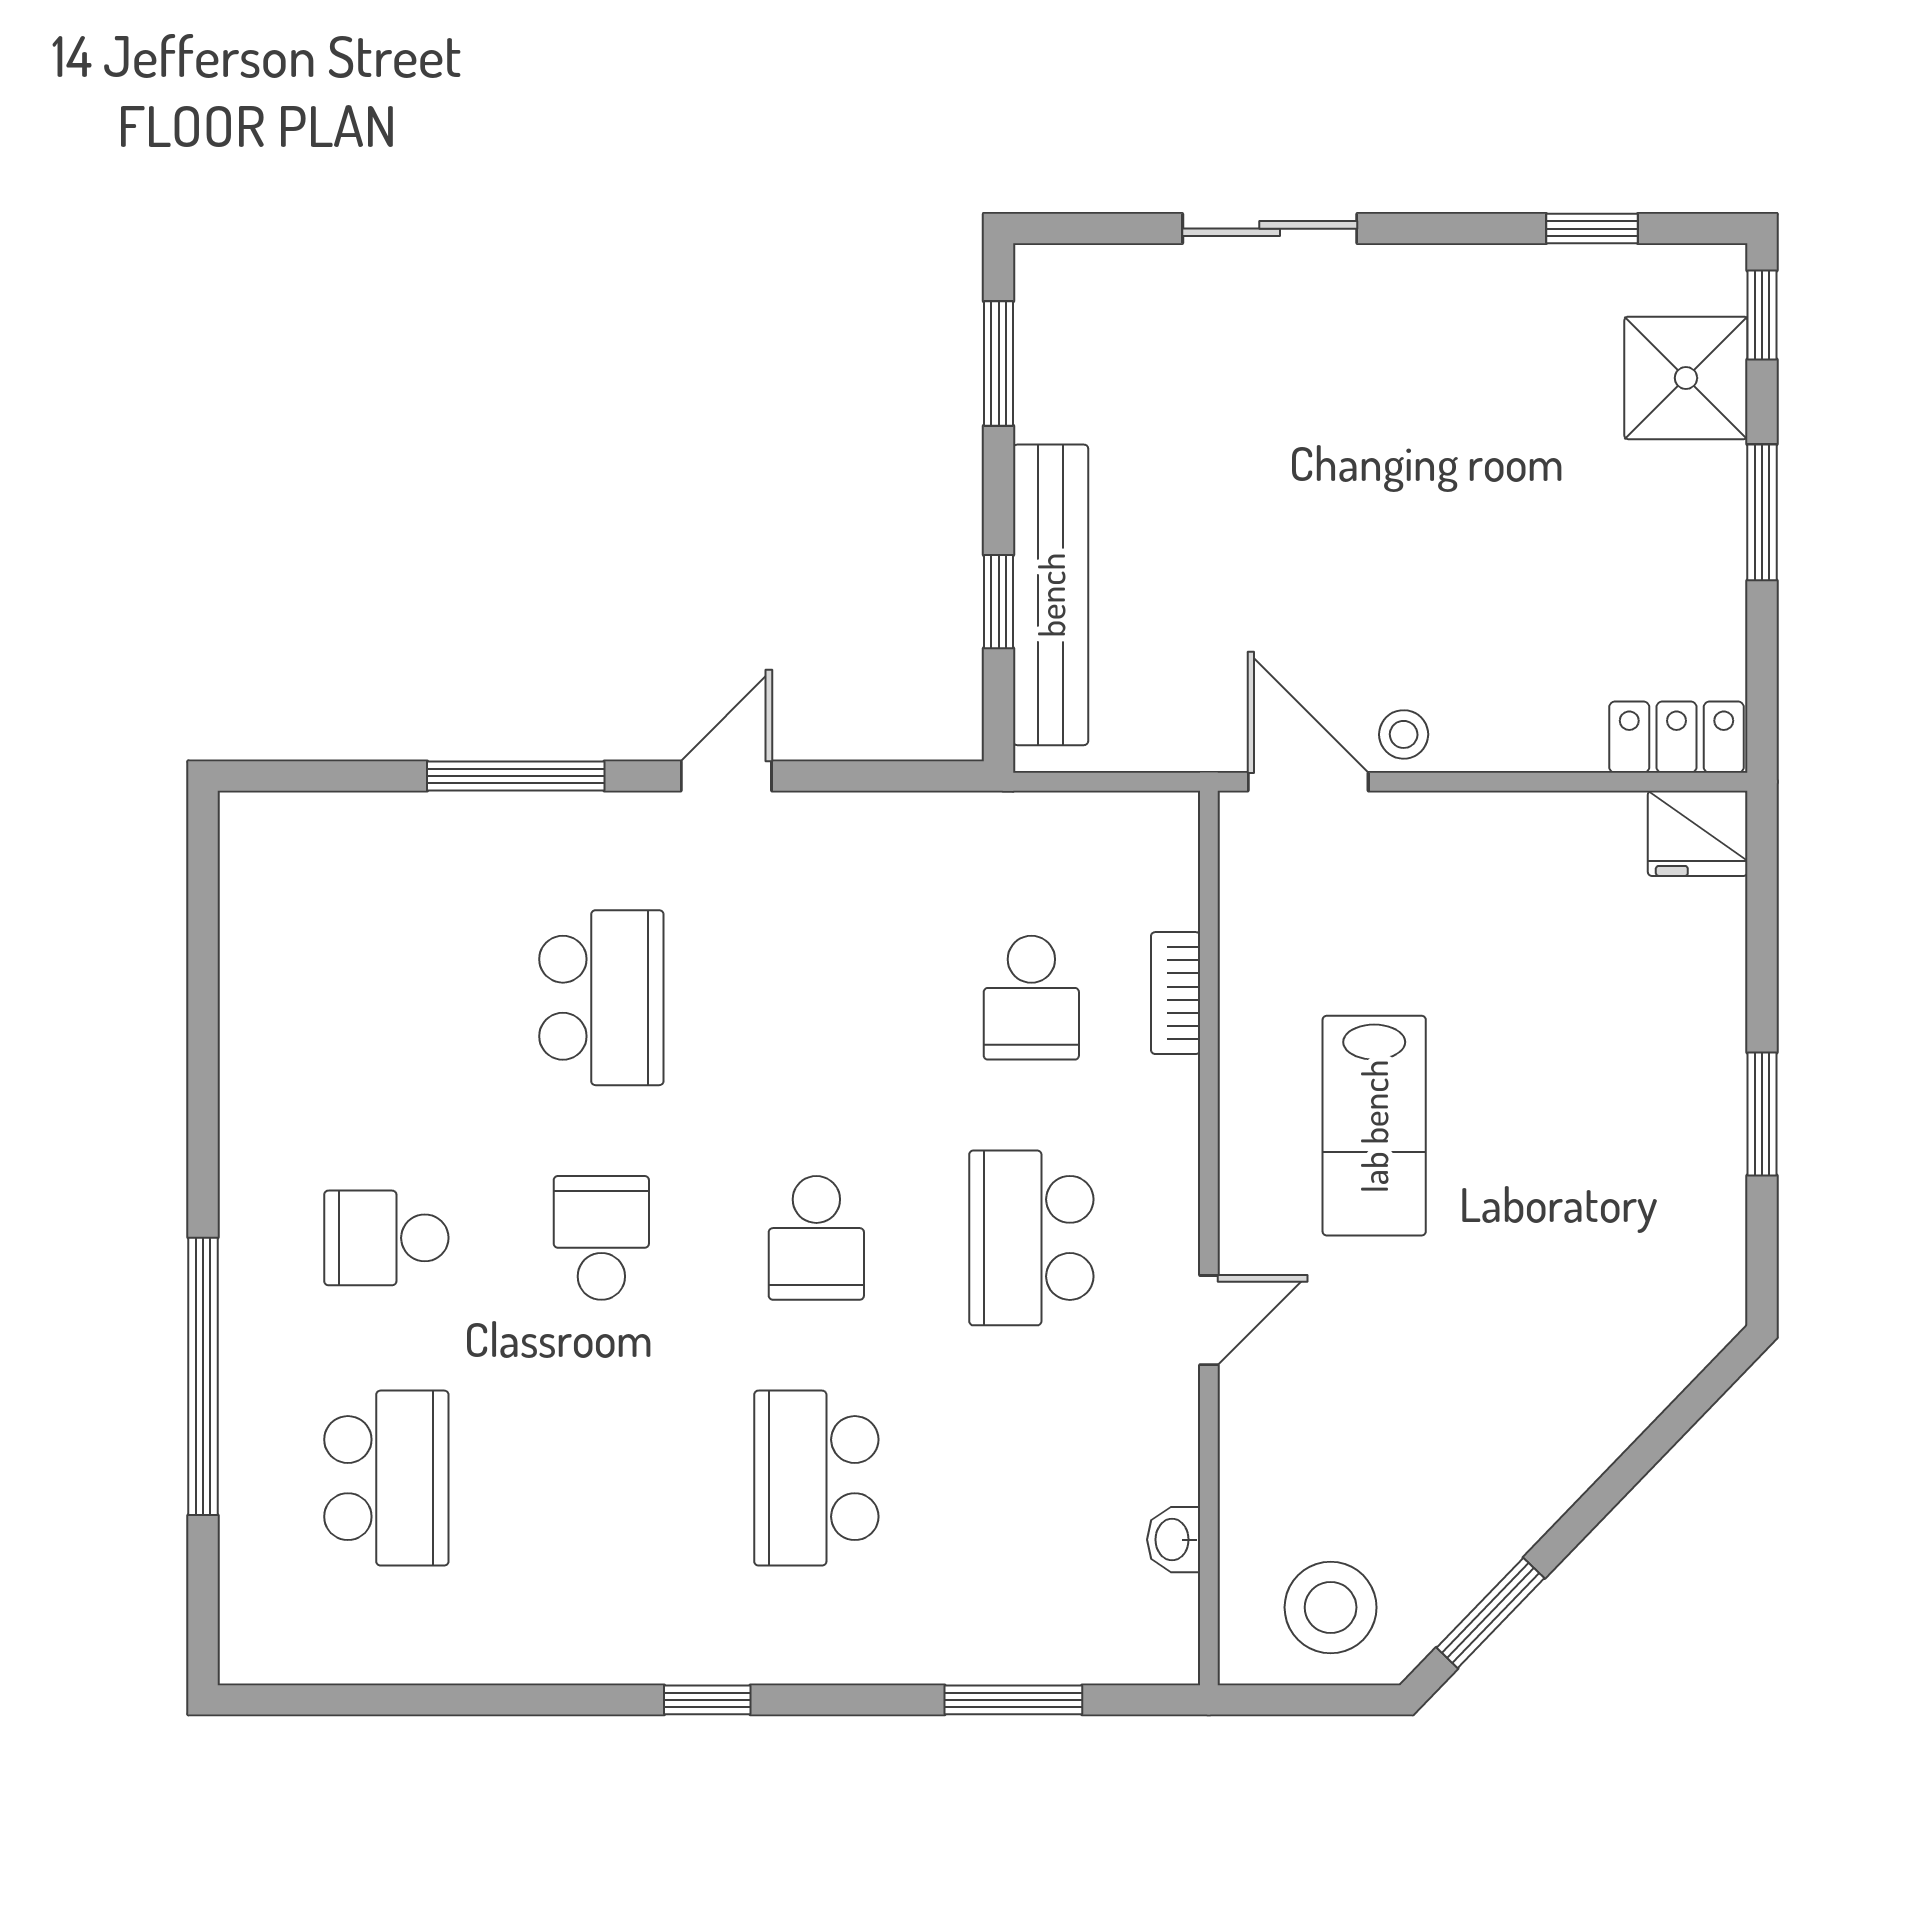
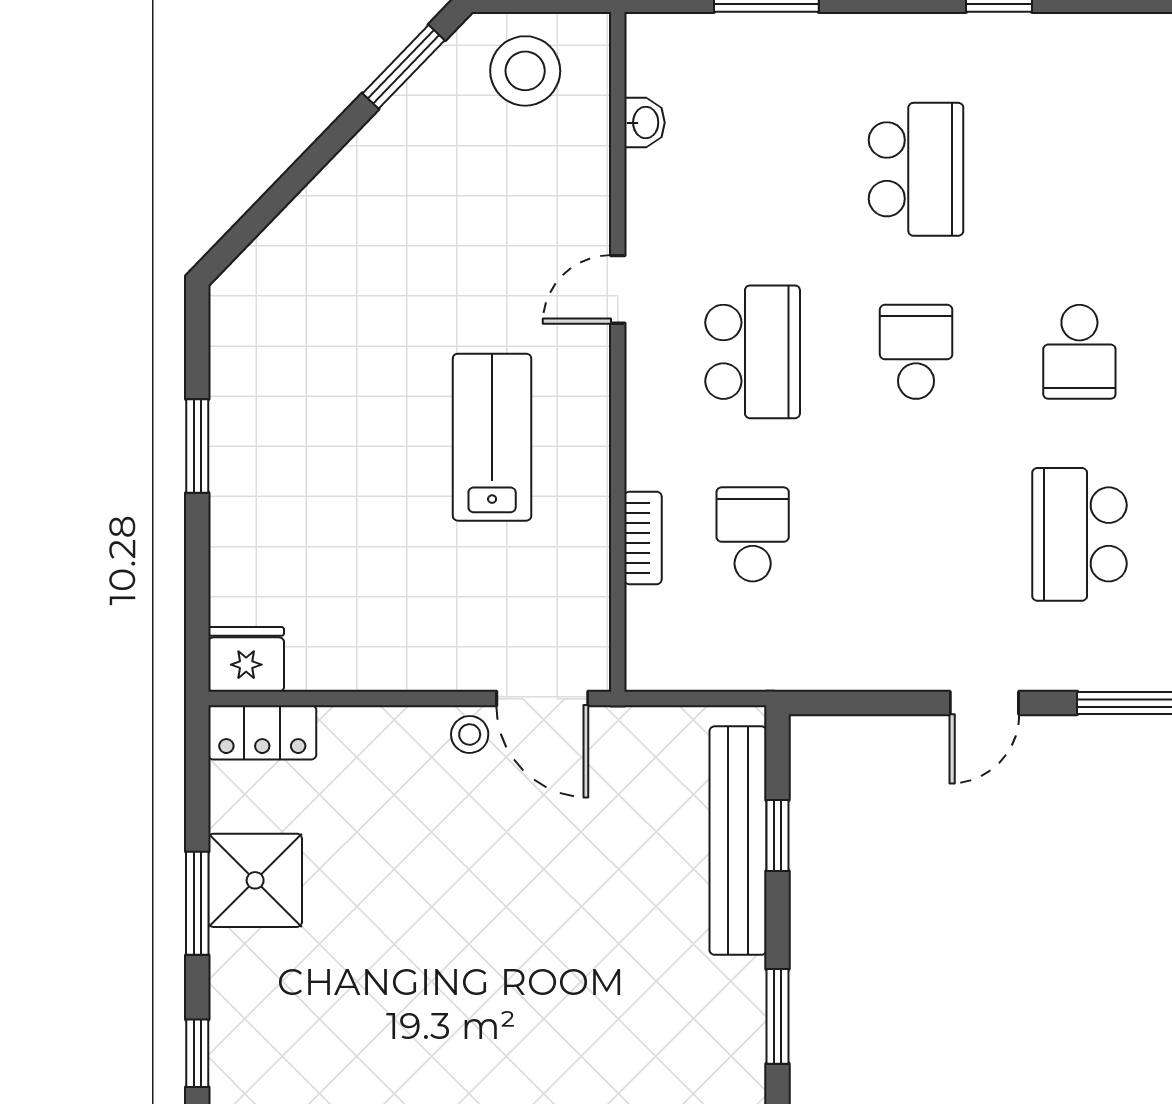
shower: (1686, 378) -> (255, 880), moved

